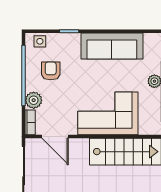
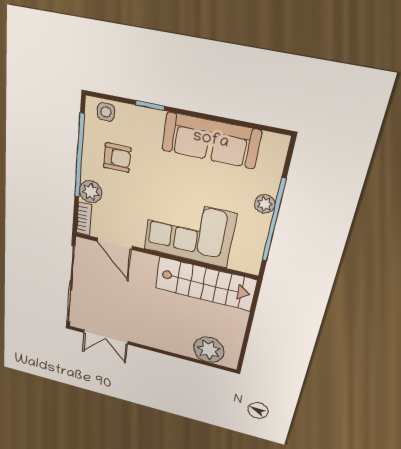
armchair: (51, 71) -> (117, 158), turned 90

